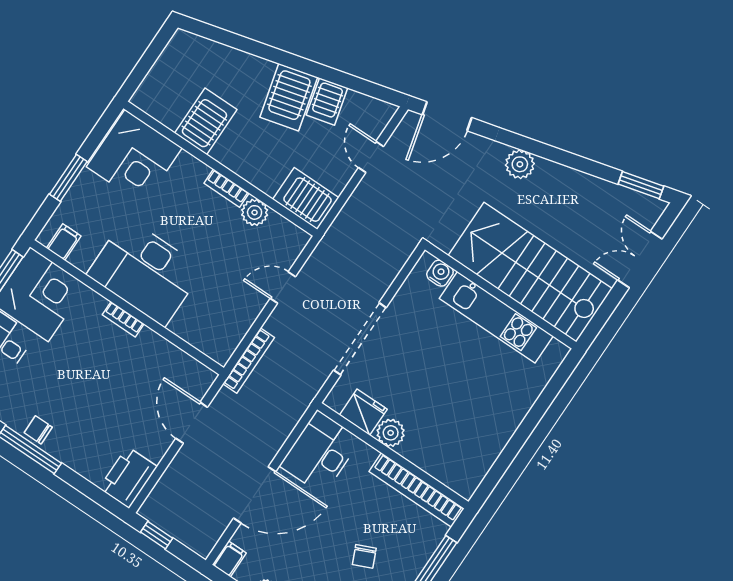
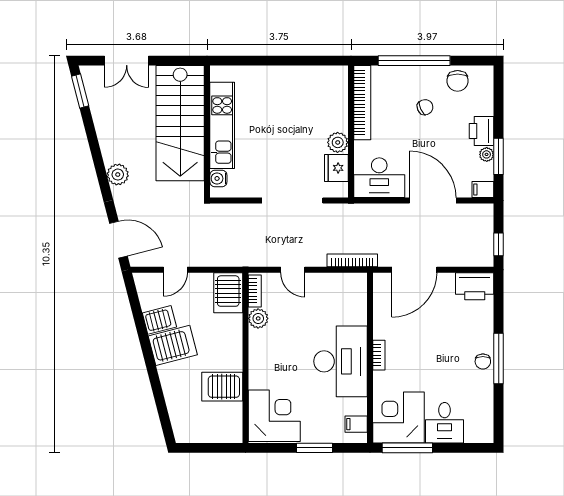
bookcase: (227, 188) -> (255, 291), moved
door: (192, 423) -> (414, 270), width x1.36

